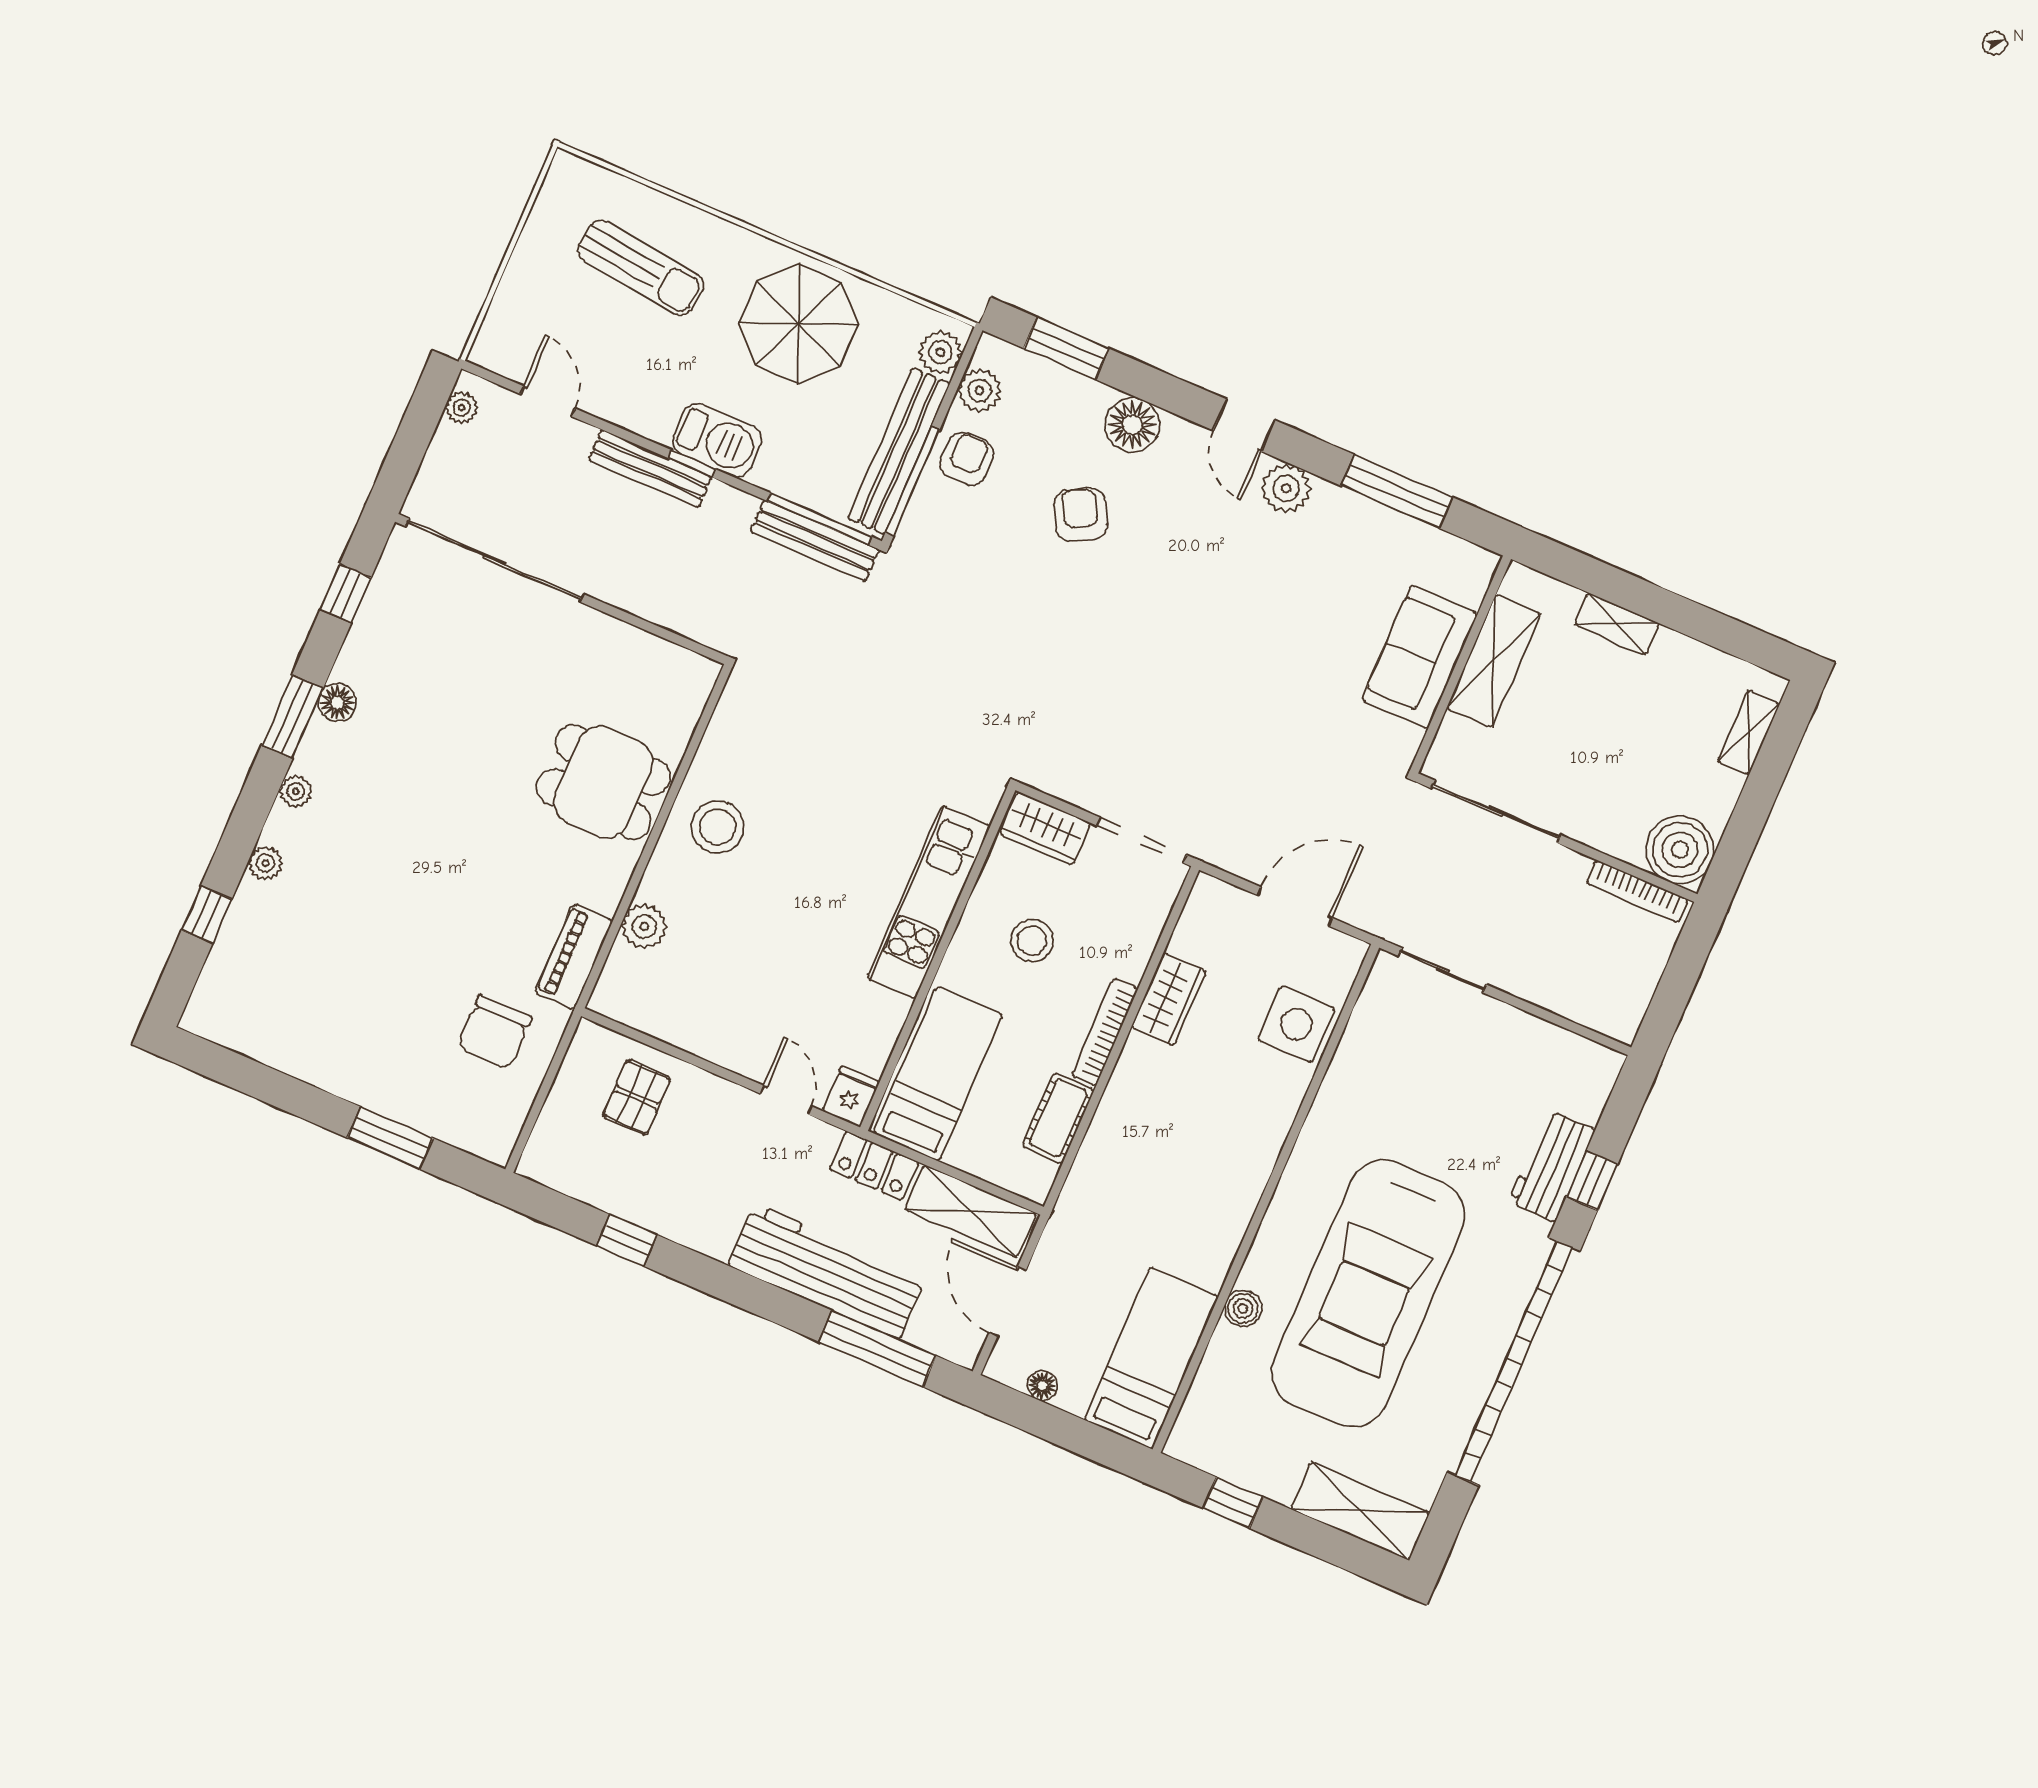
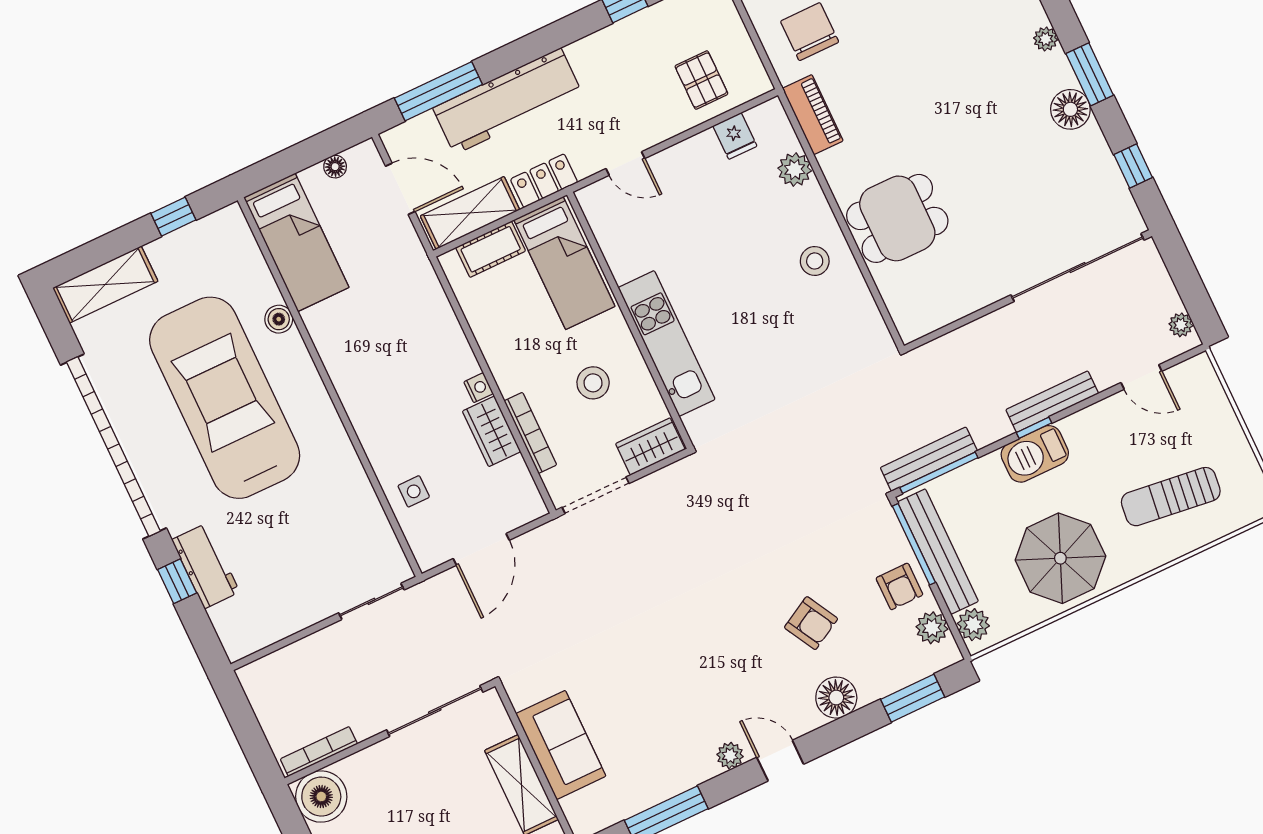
plant: (1286, 488) -> (730, 756), width x0.73, depth x0.73
floor lamp: (337, 702) -> (1070, 109), width x1.38, depth x1.38
stool: (718, 827) -> (815, 261), width x0.73, depth x0.73
side table: (1296, 1024) -> (414, 491), width x0.54, depth x0.54
bookcase: (1105, 1032) -> (530, 433), moved
nightstand: (1137, 1050) -> (478, 388), added
fridge: (851, 1097) -> (735, 136), moved
cot: (1058, 1118) -> (491, 249), moved, turned 90

